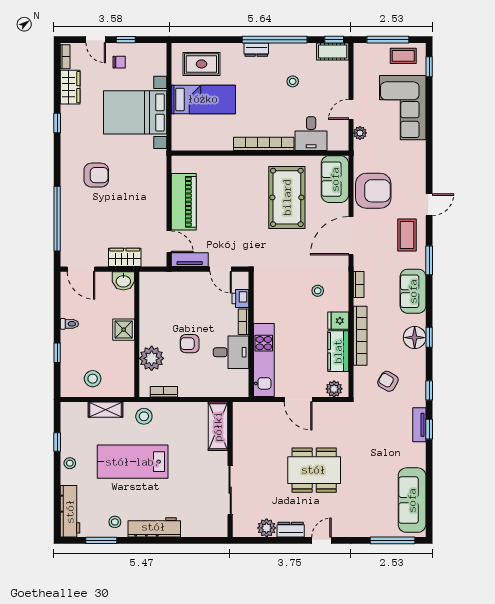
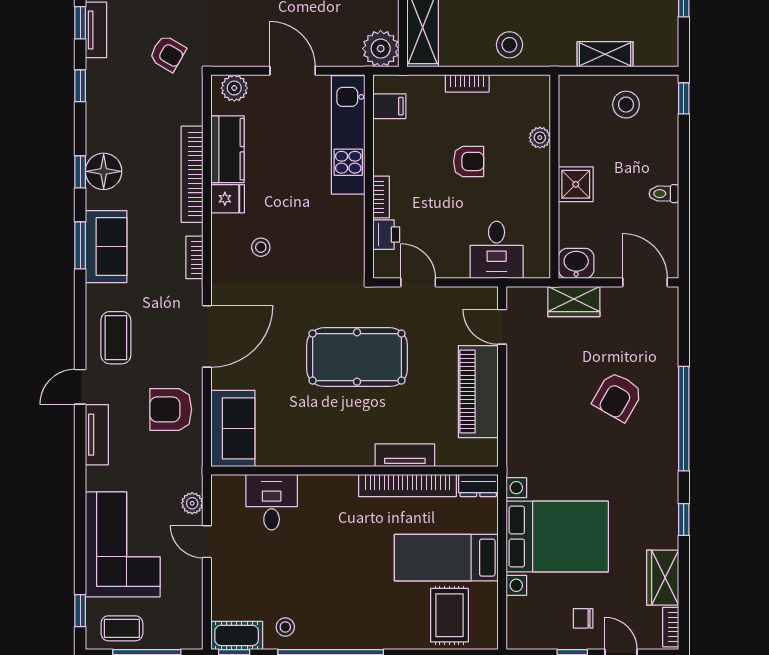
dresser: (256, 50) -> (478, 485), moved, turned 180
rug: (201, 64) -> (449, 615), turned 90
stool: (293, 81) -> (285, 627), moved
door: (351, 109) -> (207, 542), swing flipped
bookcase: (264, 144) -> (408, 486), moved
armchair: (96, 175) -> (618, 397), moved, turned -60
tv unit: (419, 175) -> (97, 435), added
armchair: (373, 191) -> (171, 409), width x0.73, depth x0.73
pool table: (287, 197) -> (357, 357), moved, turned 90
window: (57, 219) -> (684, 419), moved
tv unit: (190, 260) -> (405, 455), moved, turned 180
window: (429, 260) -> (80, 245), moved
desk: (231, 352) -> (497, 250), moved, turned -90
window: (57, 353) -> (684, 98), moved
plant: (152, 358) -> (540, 138), width x0.53, depth x0.53
filing cabinet: (239, 378) -> (389, 106), added
armchair: (388, 381) -> (168, 53), moved
bookcase: (164, 392) -> (467, 83), moved
plant: (244, 413) -> (381, 49), added
stool: (144, 416) -> (509, 45), moved

